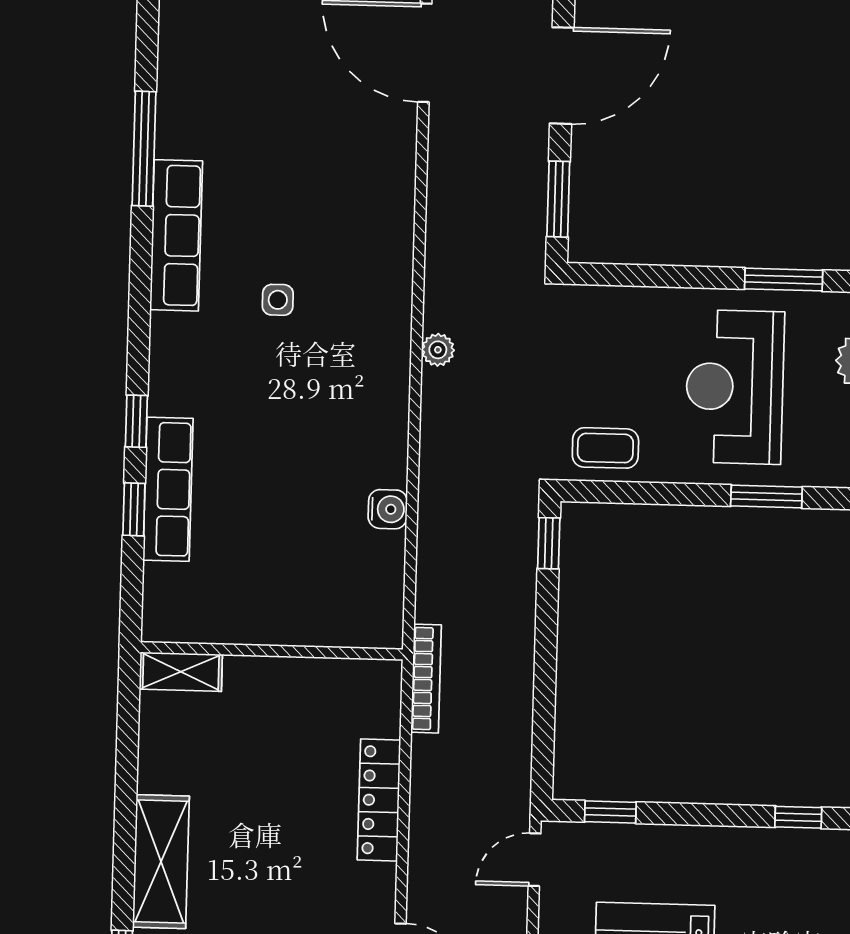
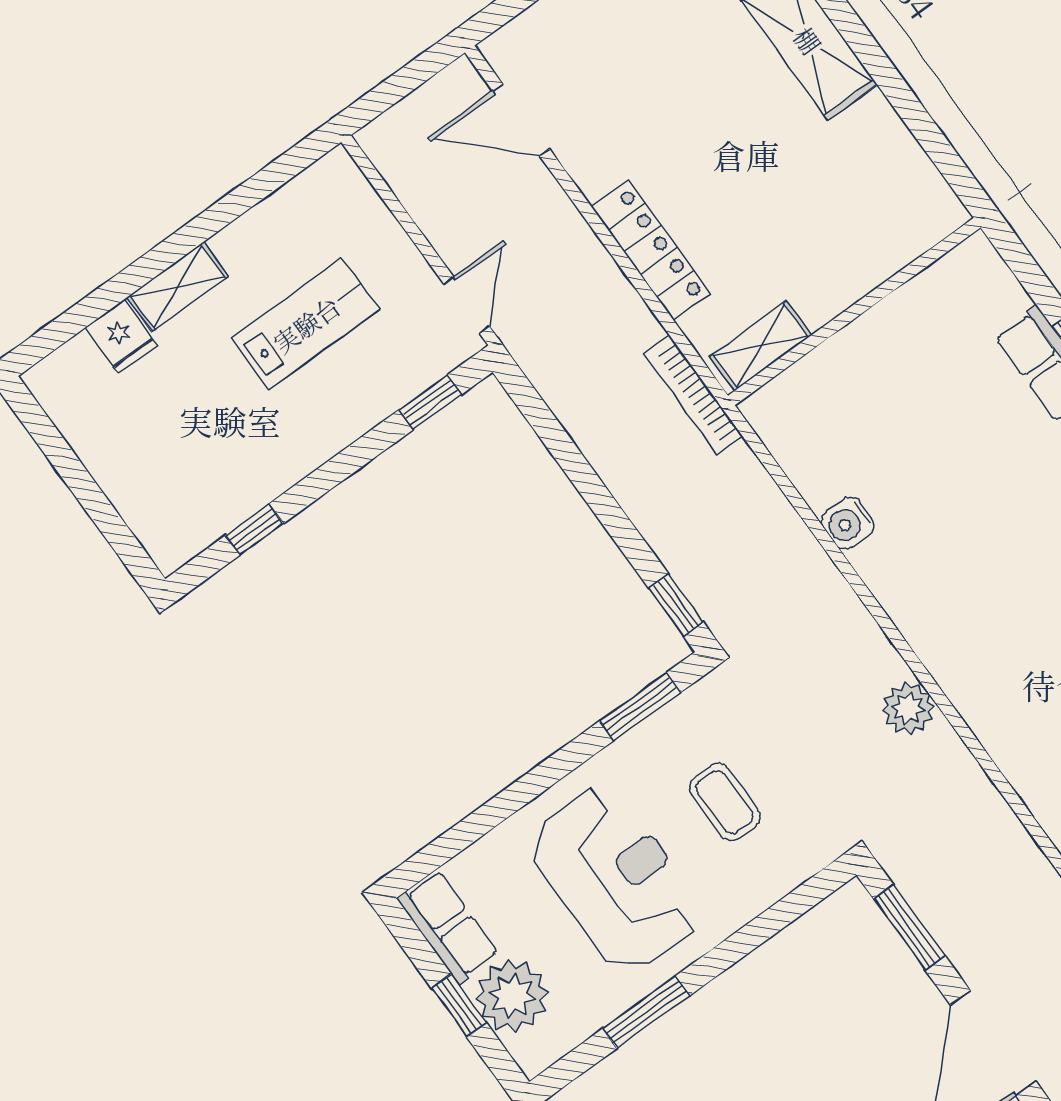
plant: (438, 350) -> (908, 709), width x1.38, depth x1.38
coffee table: (605, 448) -> (725, 802), moved, turned 90
window: (766, 496) -> (640, 707), moved
shelving: (181, 672) -> (761, 346), moved

